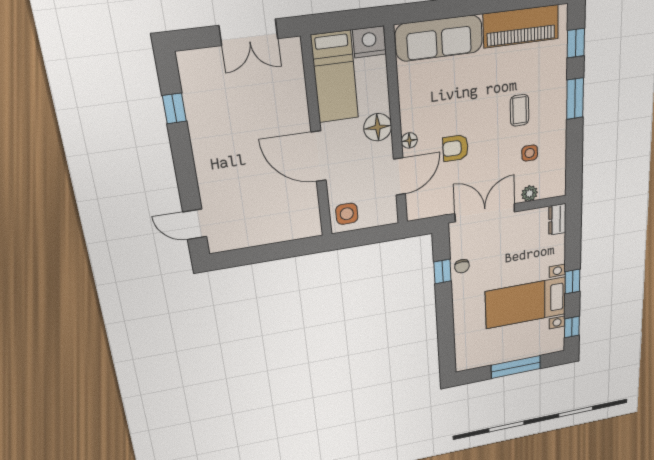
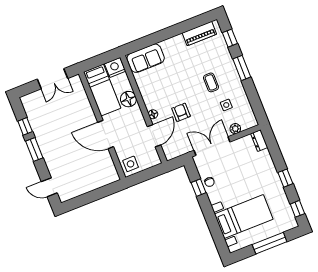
piano: (521, 26) -> (199, 34), width x0.73, depth x0.75
sofa: (439, 38) -> (146, 58), width x0.73
floor lamp: (378, 127) -> (128, 99), moved
armchair: (456, 148) -> (181, 112), turned 90
window: (182, 154) -> (34, 149), added
bed with nightstands: (526, 303) -> (244, 217), moved, turned 180

